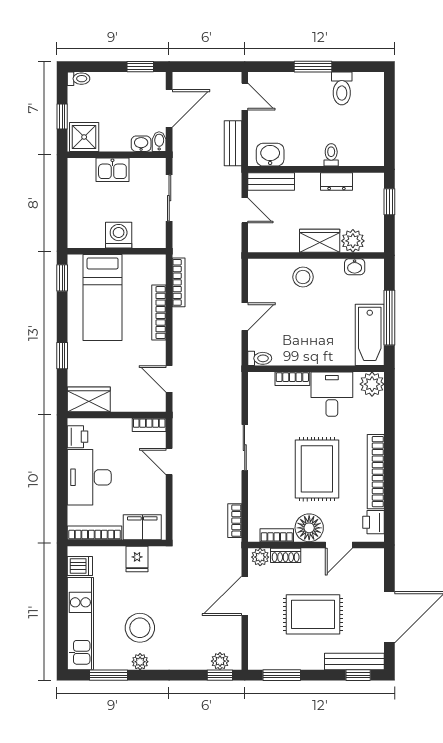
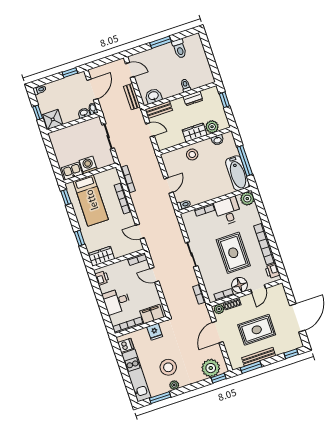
kitchen sink: (112, 170) -> (72, 171), moved, turned 180
desk: (89, 477) -> (117, 301), width x0.73
plant: (220, 661) -> (211, 368), width x1.87, depth x1.87
bench: (354, 662) -> (259, 357), moved

